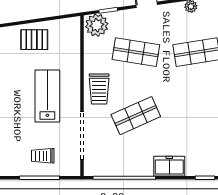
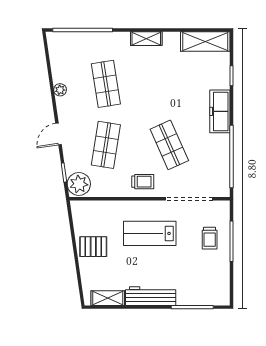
pallet: (34, 40) -> (93, 247), turned 90
trolley: (99, 89) -> (143, 182), width x0.73, depth x0.72
freezer: (169, 166) -> (220, 111), width x1.40

